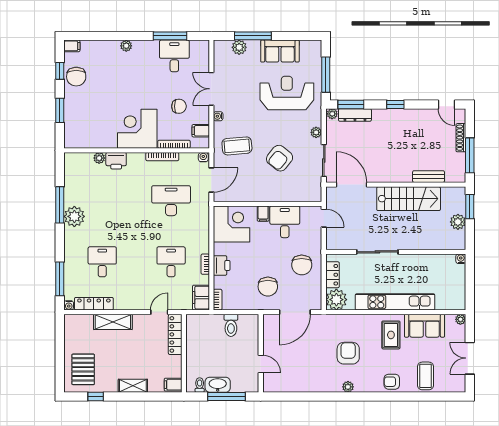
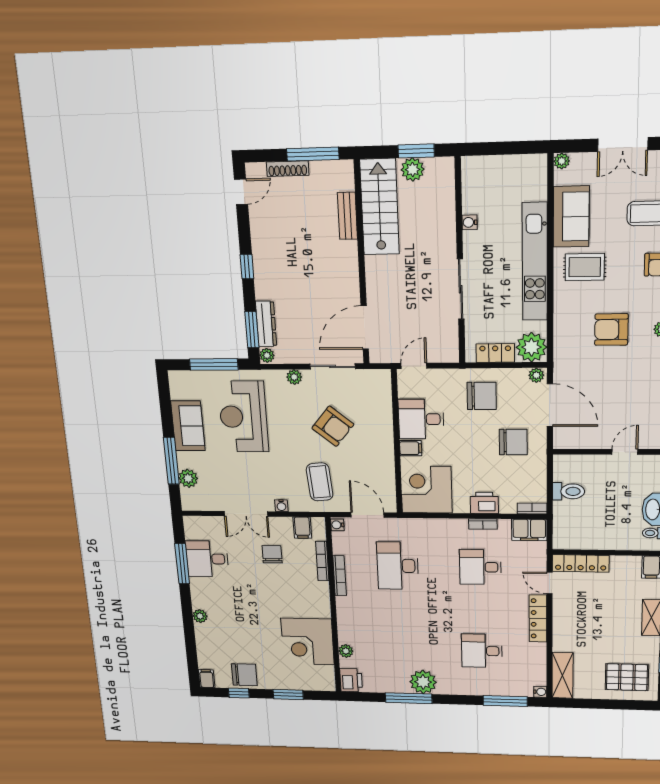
corner desk: (137, 129) -> (308, 641), moved
printer: (116, 161) -> (351, 680), moved
stairs: (409, 199) -> (380, 207), moved
window: (470, 207) -> (416, 151), moved
water cooler: (461, 259) -> (470, 222), moved
plant: (316, 303) -> (536, 375), added
locker: (94, 304) -> (538, 618), moved
shelving: (113, 322) -> (563, 675), moved

